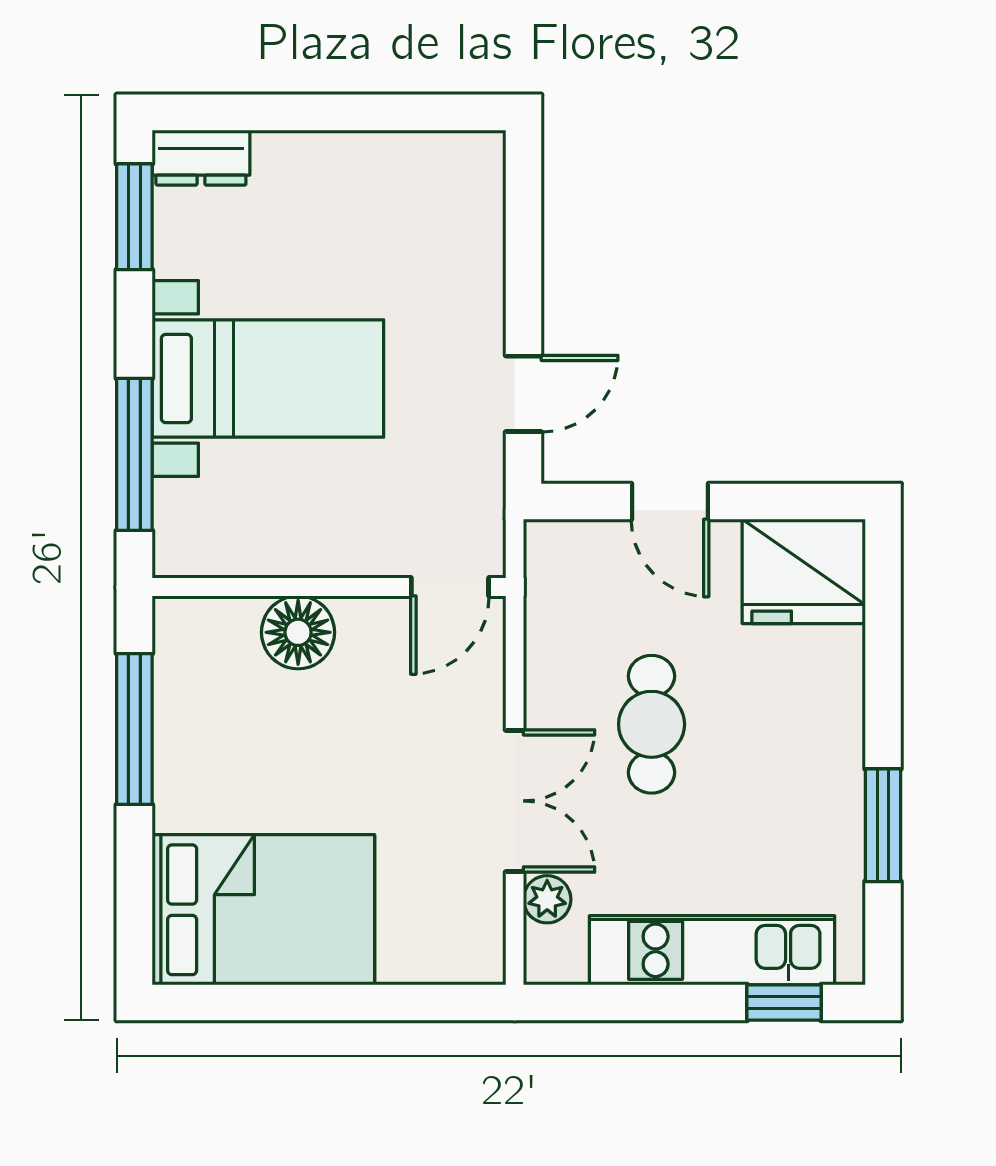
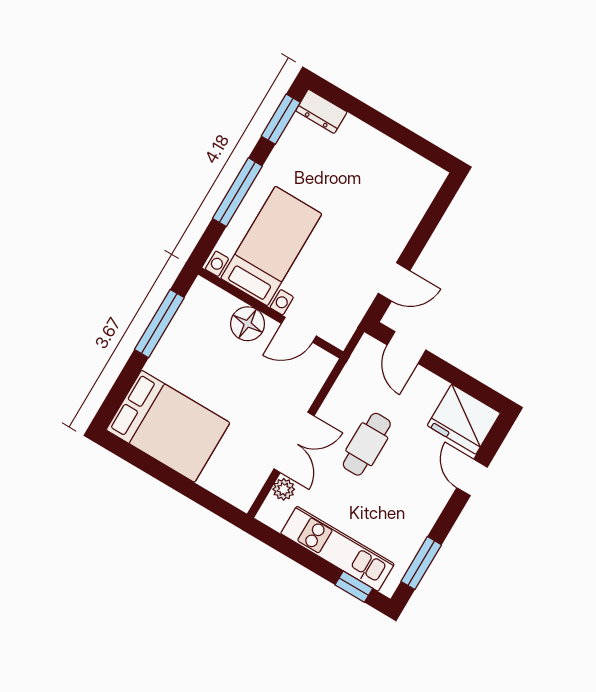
bed with nightstands: (268, 379) -> (271, 246), moved, turned -90
window: (134, 454) -> (237, 192), moved
door: (670, 501) -> (406, 347), moved
door: (450, 587) -> (299, 330), moved
door: (883, 670) -> (472, 477), added
window: (883, 825) -> (421, 563), moved

